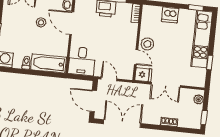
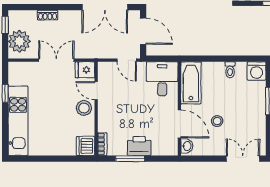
window: (196, 8) -> (29, 159), removed
dishwasher: (170, 15) -> (86, 146), moved, turned -90
bathtub: (48, 63) -> (191, 83), moved, turned -90
plant: (199, 99) -> (19, 41), width x1.88, depth x1.88

